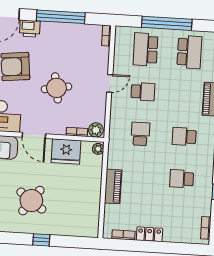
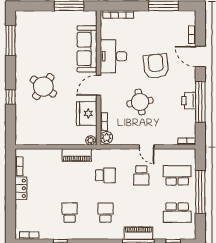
printer: (30, 29) -> (189, 101), moved
piano: (113, 186) -> (77, 155), moved

